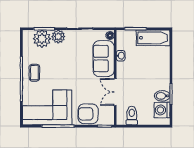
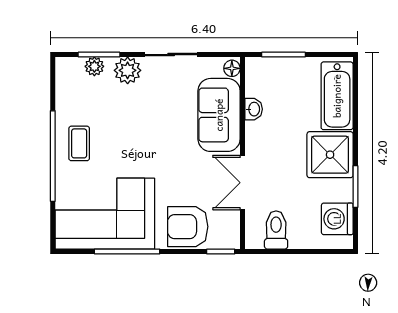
bathtub: (153, 38) -> (337, 96), moved, turned 90
plant: (42, 39) -> (94, 66), width x0.53, depth x0.53
shower: (158, 78) -> (330, 155), added
bidet: (162, 96) -> (338, 190), removed

